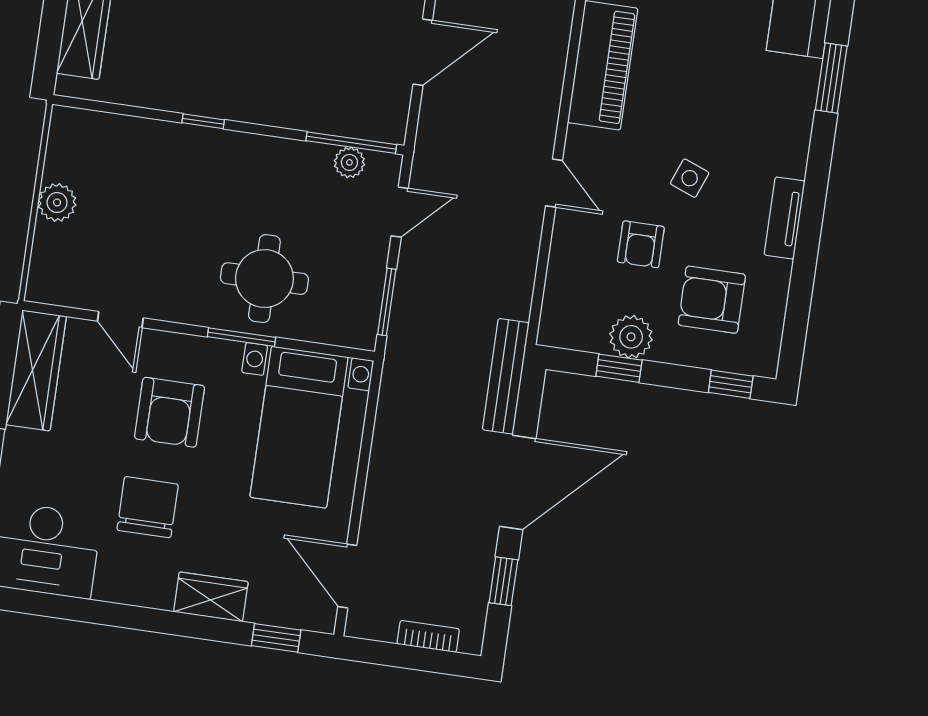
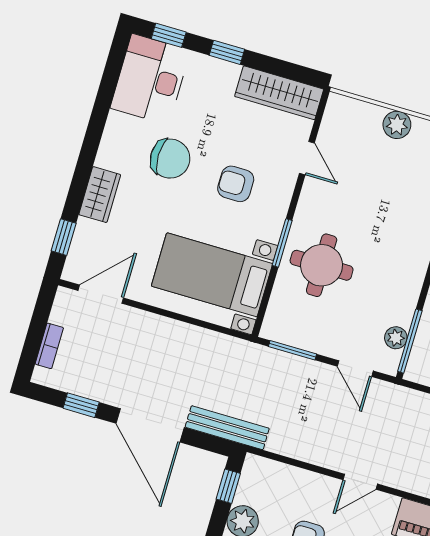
door: (120, 320) -> (307, 158), swing flipped
window: (619, 368) -> (228, 486), moved
armchair: (170, 412) -> (236, 184), width x0.72, depth x0.72

